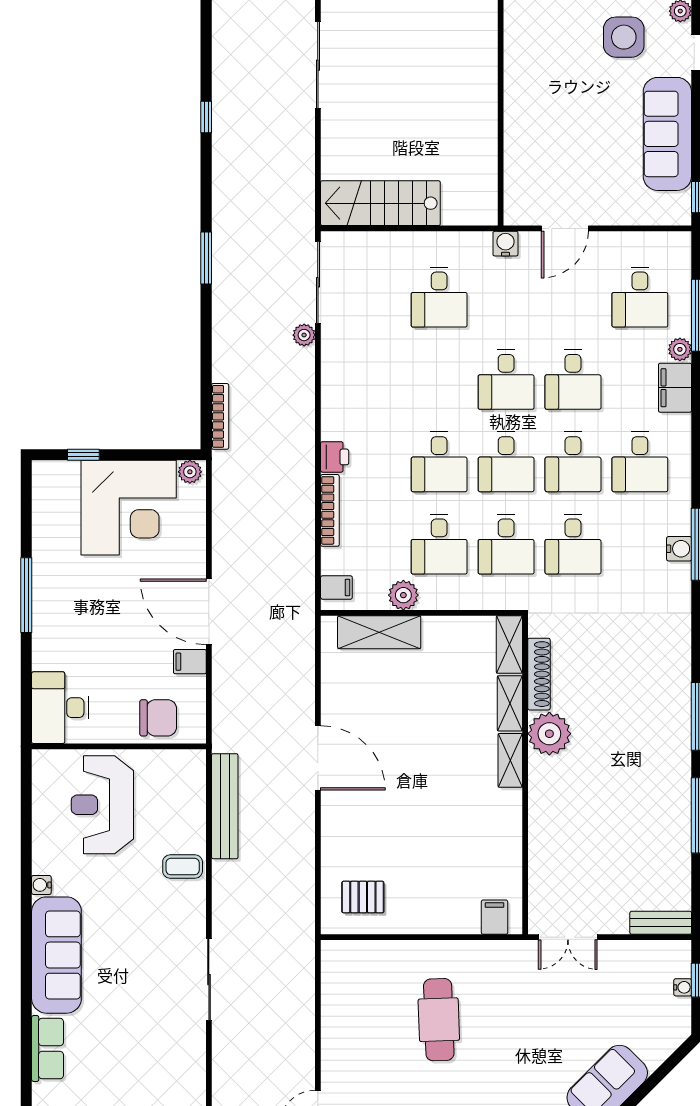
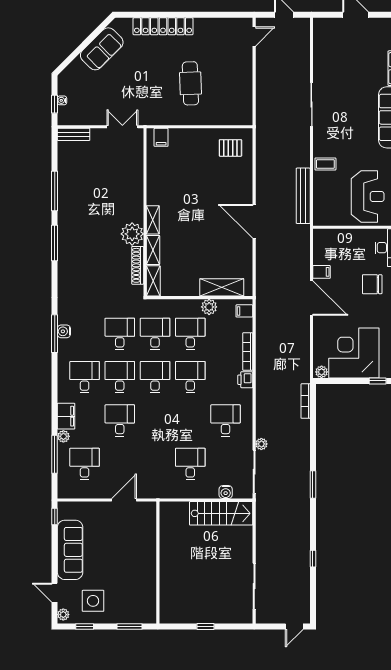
water cooler: (505, 244) -> (226, 492), moved
desk: (506, 379) -> (225, 421), moved
chair: (158, 718) -> (372, 284), moved

